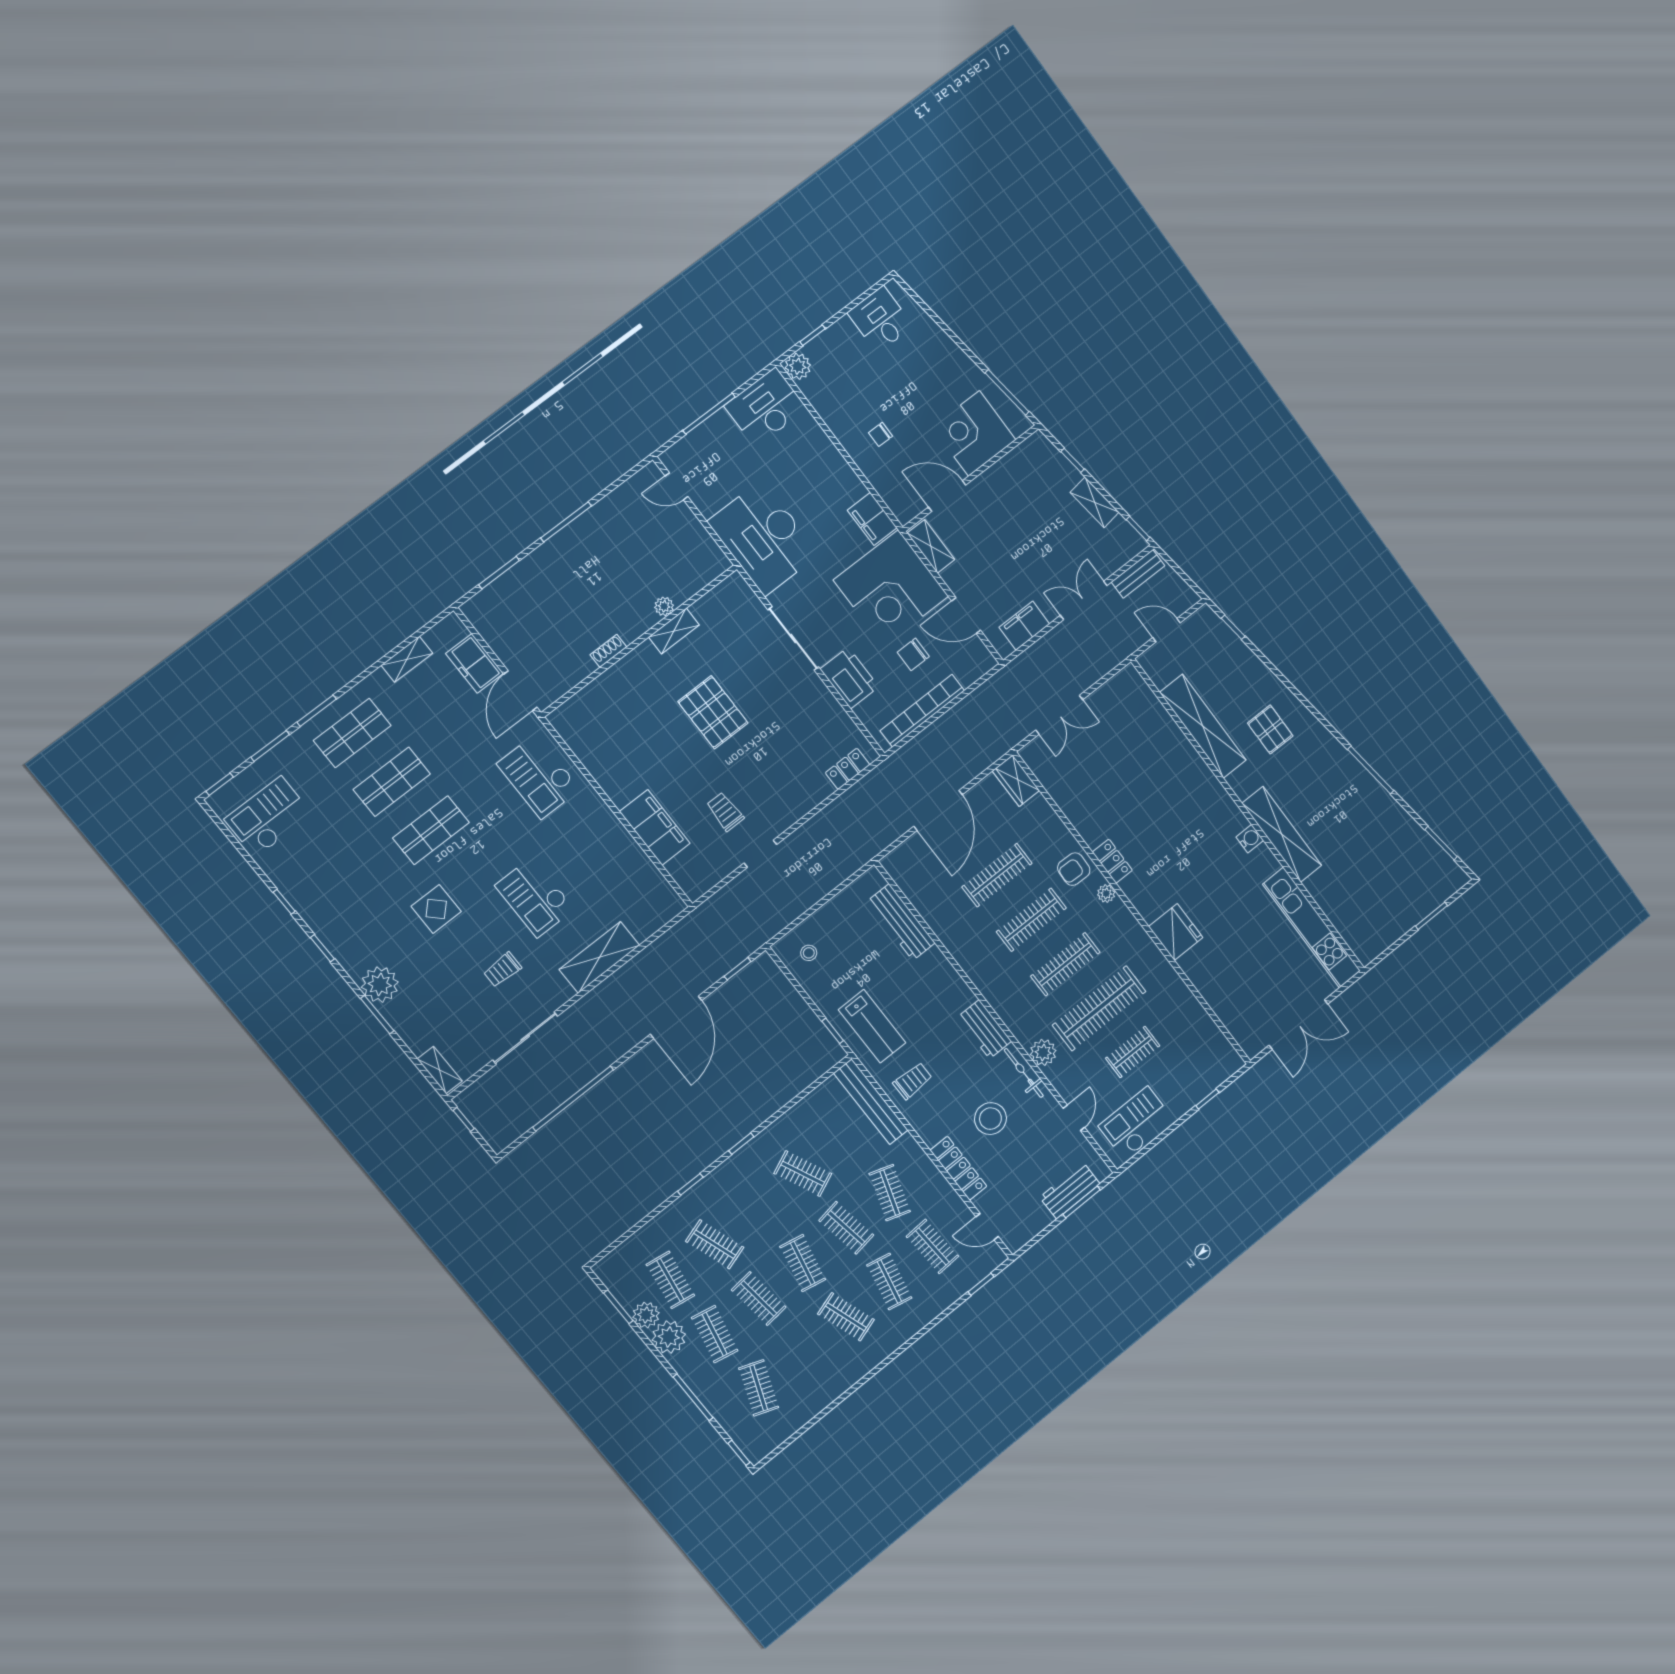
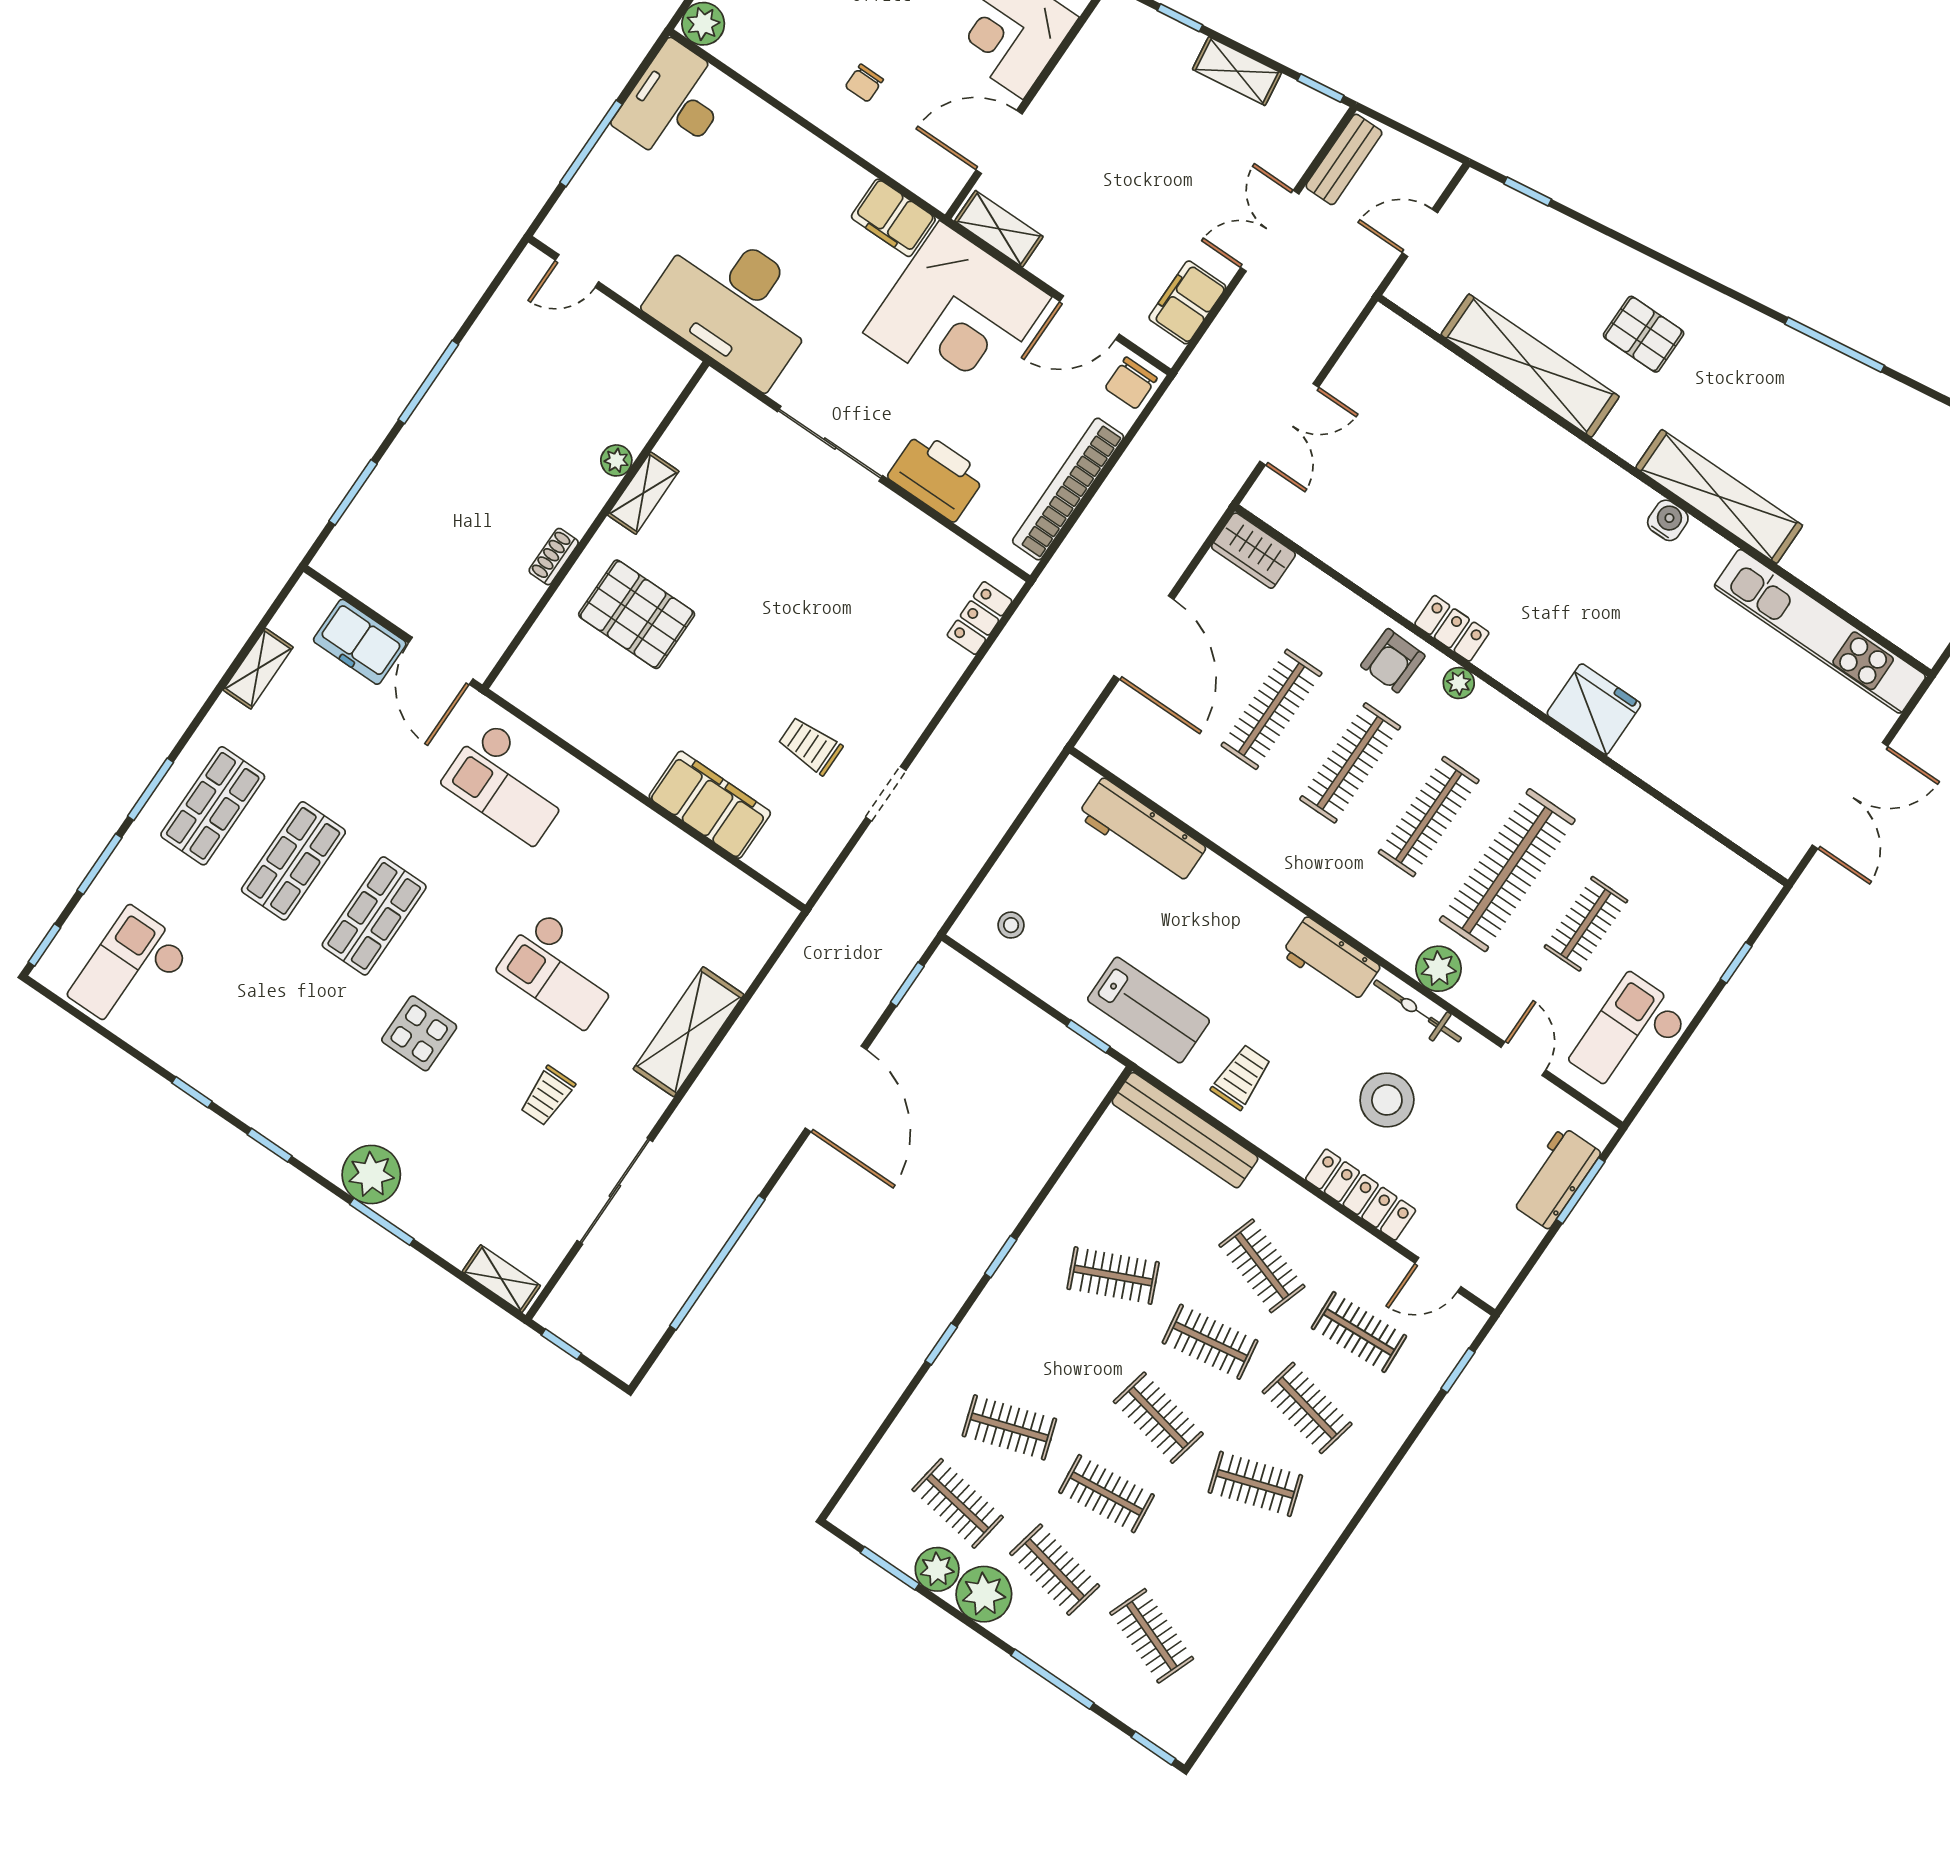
chair: (913, 654) -> (1131, 383), moved
pallet: (713, 712) -> (637, 614), moved

